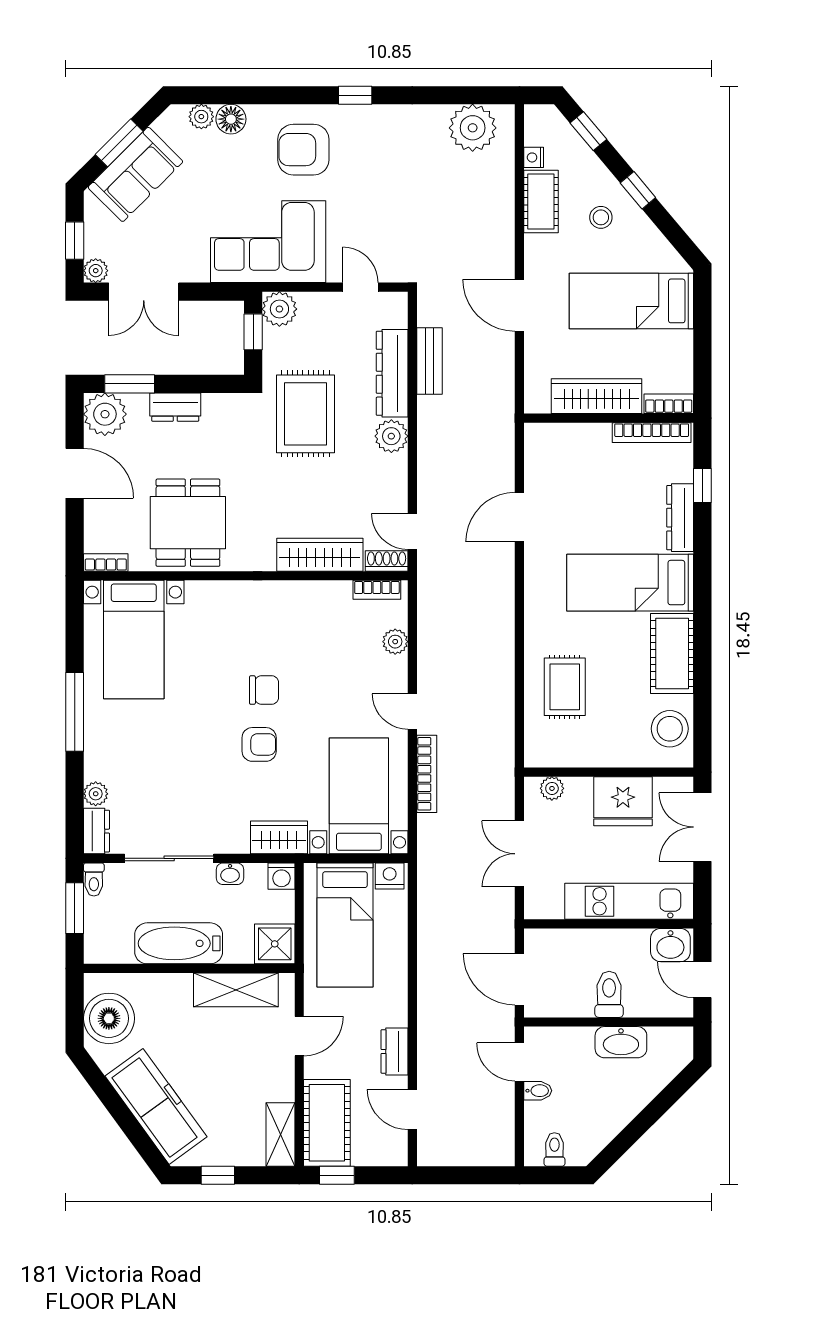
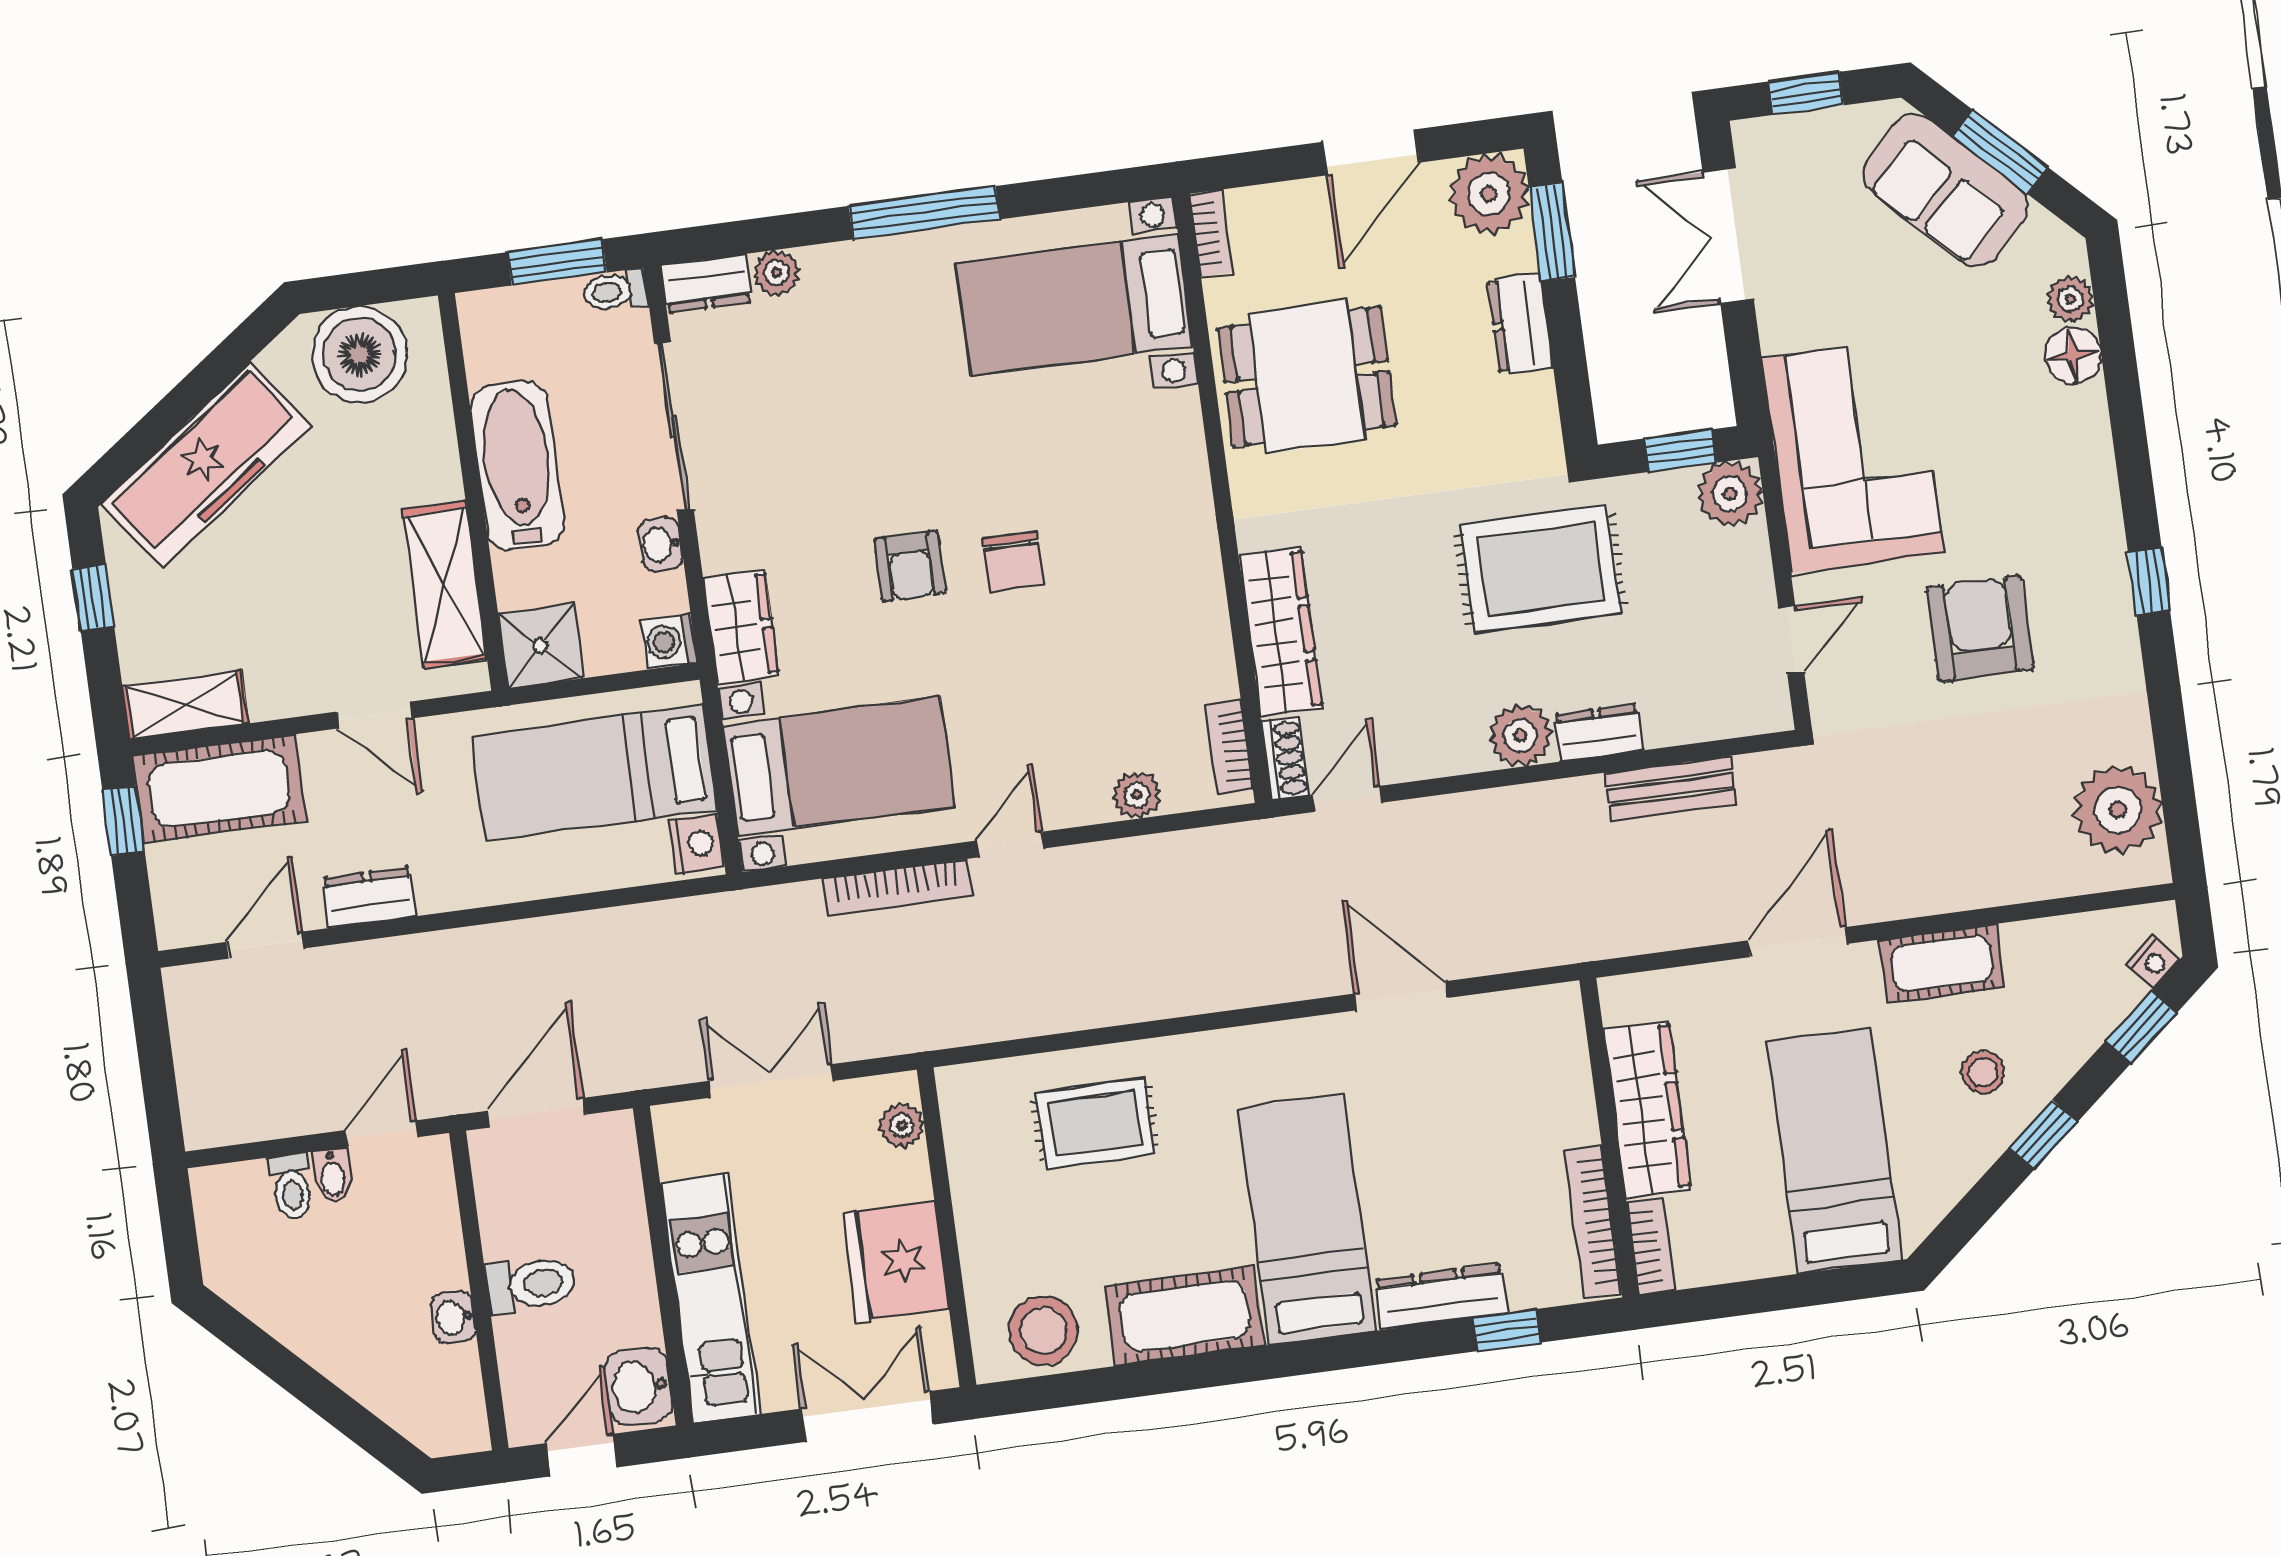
armchair: (303, 150) -> (1980, 628), moved
nightstand: (534, 157) -> (2153, 962), moved, turned 140
cot: (541, 201) -> (1942, 964), moved
plant: (96, 271) -> (1755, 140), removed
dresser: (392, 373) -> (1599, 732), width x0.51, depth x0.80
washbasin: (621, 1042) -> (453, 1317), width x0.52, depth x0.69
toilet: (554, 1149) -> (292, 1186), moved, turned 90

